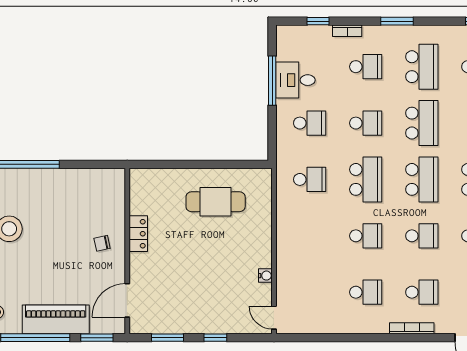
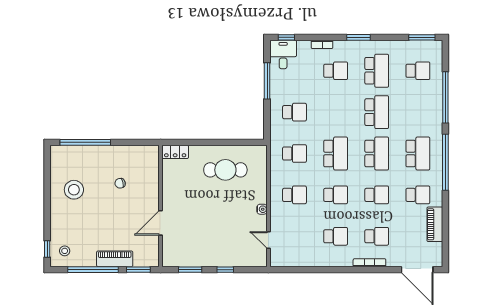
window: (318, 21) -> (286, 37), moved
desk: (296, 80) -> (283, 54), moved, turned 90
school desk: (366, 123) -> (295, 195), moved
locker: (138, 234) -> (175, 152), moved, turned 90
chair: (102, 243) -> (120, 183), moved
water cooler: (265, 276) -> (262, 209), moved
door: (127, 300) -> (161, 223), moved
door: (274, 318) -> (268, 240), moved
piano: (56, 319) -> (115, 259), width x0.73, depth x0.75

